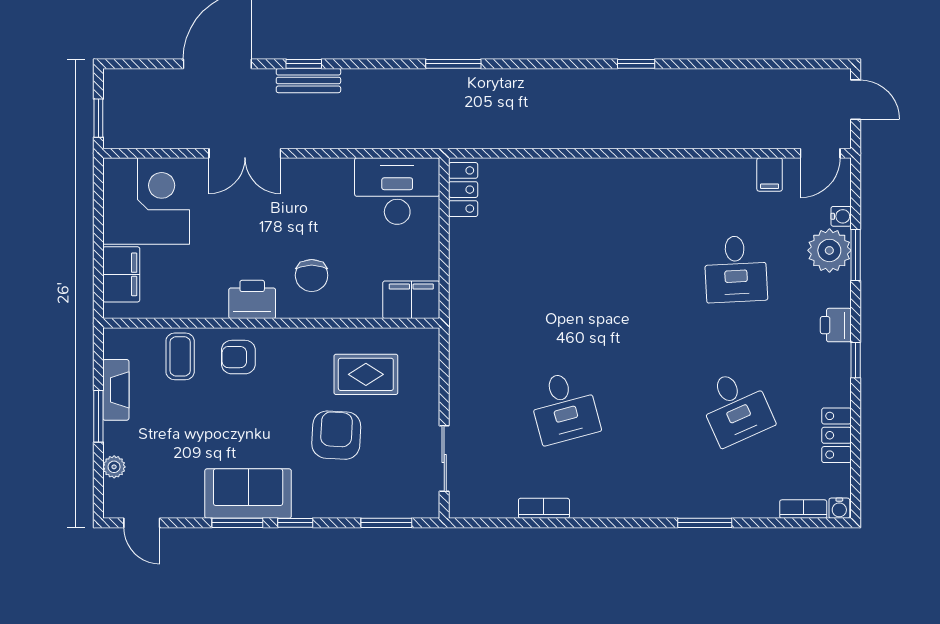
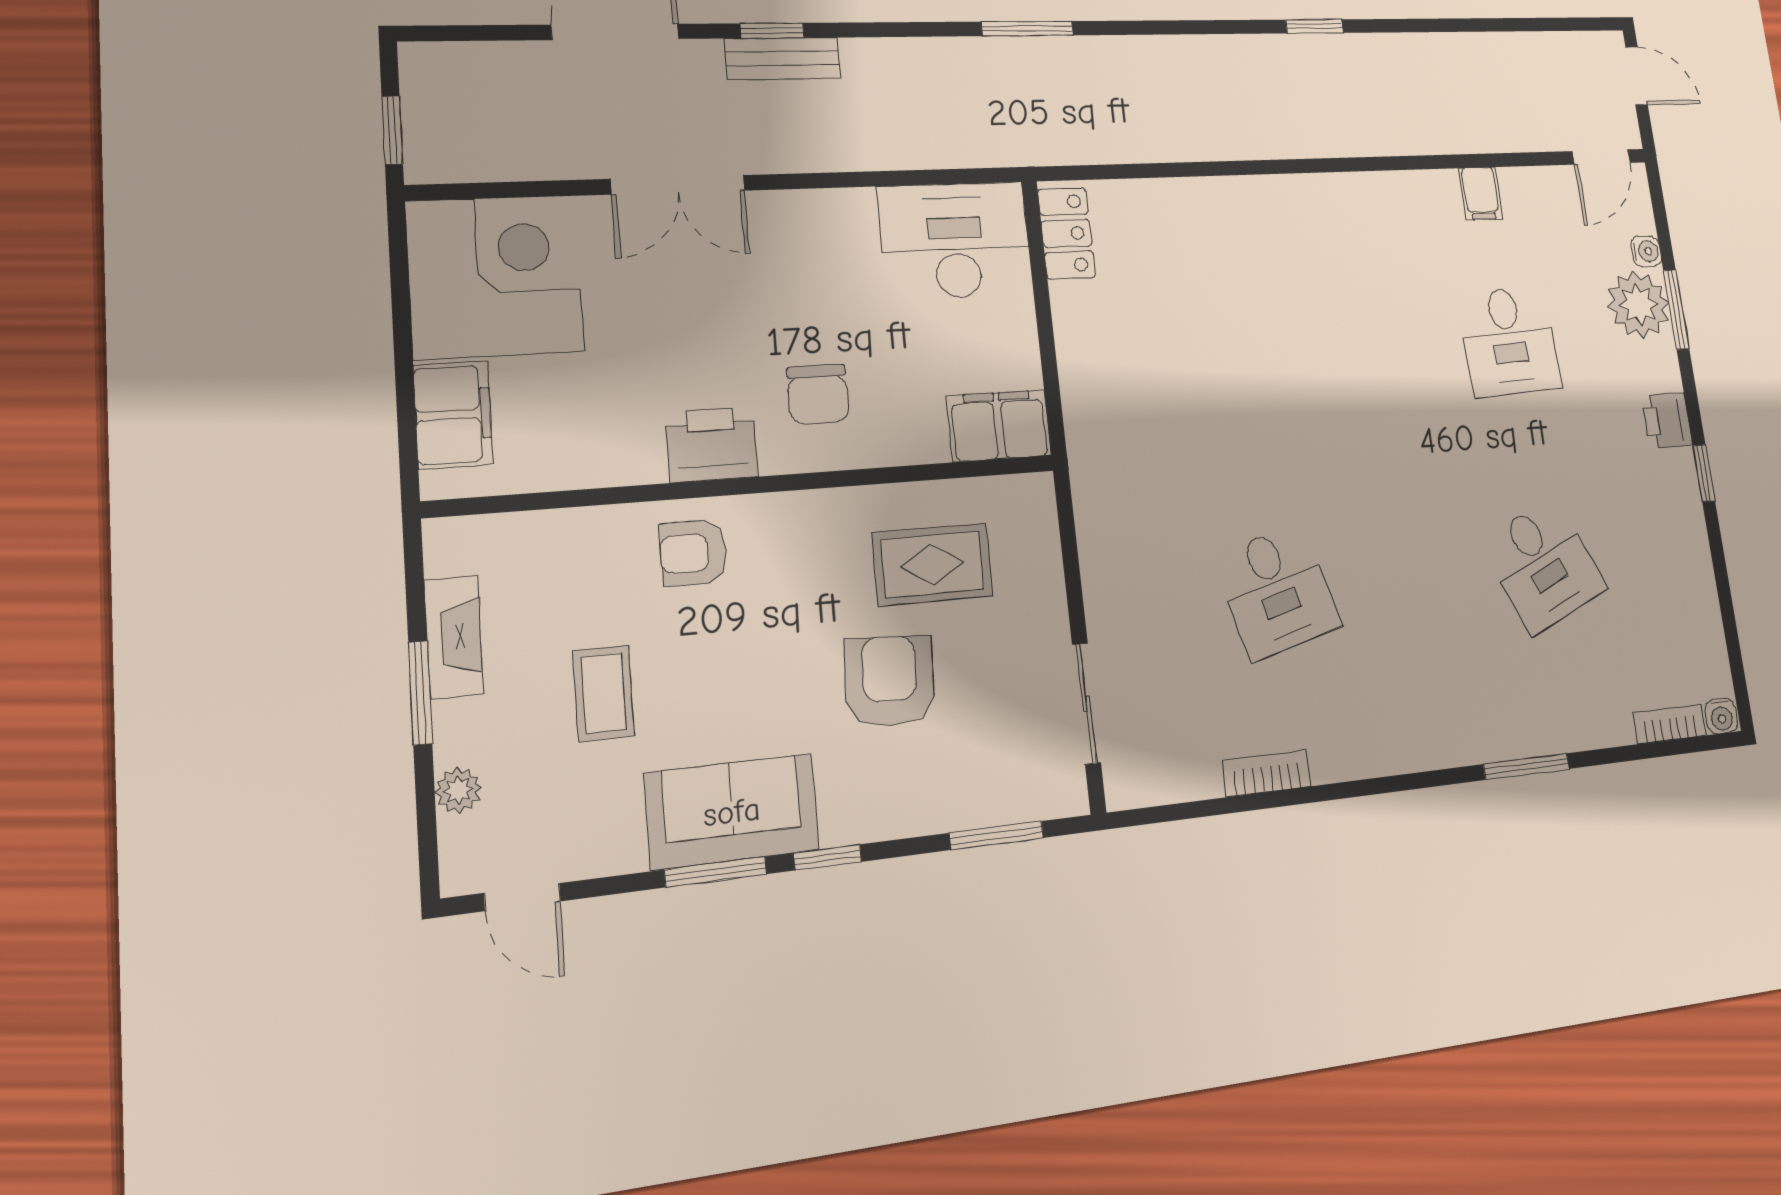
filing cabinet: (770, 175) -> (1481, 194), moved
coffee table: (180, 356) -> (604, 693), moved
locker: (836, 435) -> (1697, 597), removed

